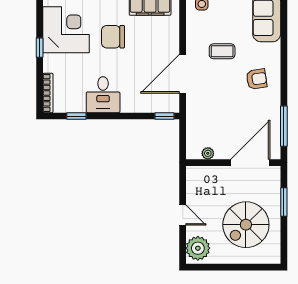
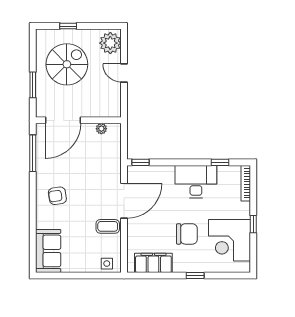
coffee table: (222, 51) -> (108, 226), moved
desk: (103, 95) -> (196, 182), width x1.37
window: (245, 267) -> (68, 26), added

